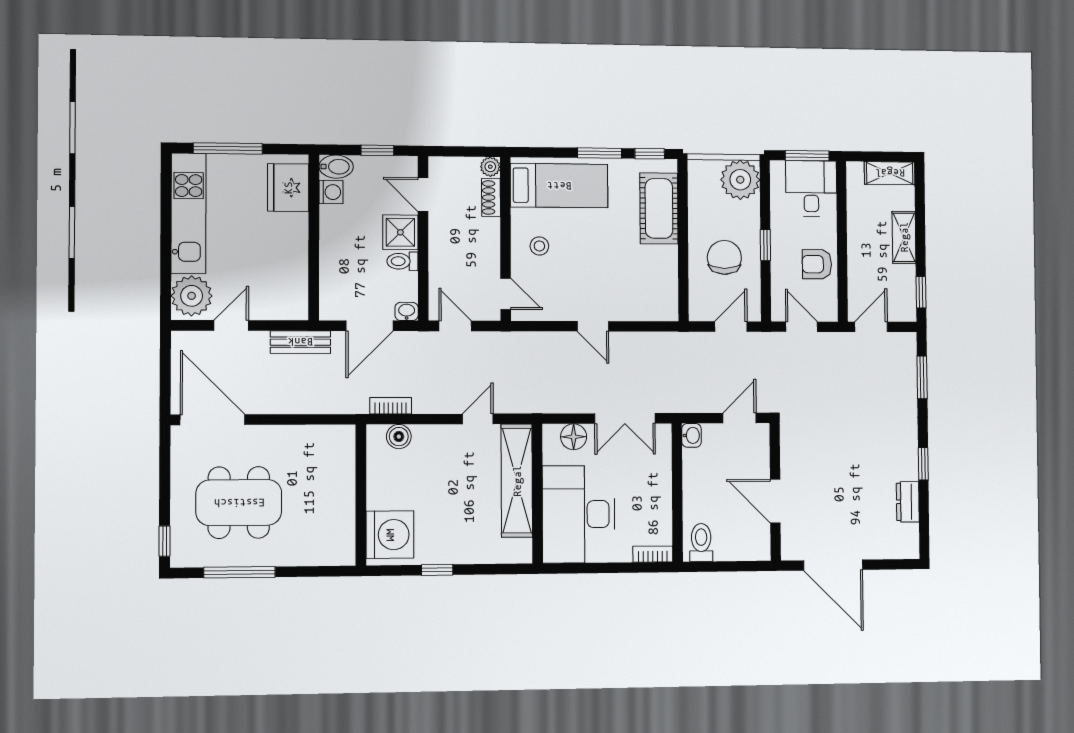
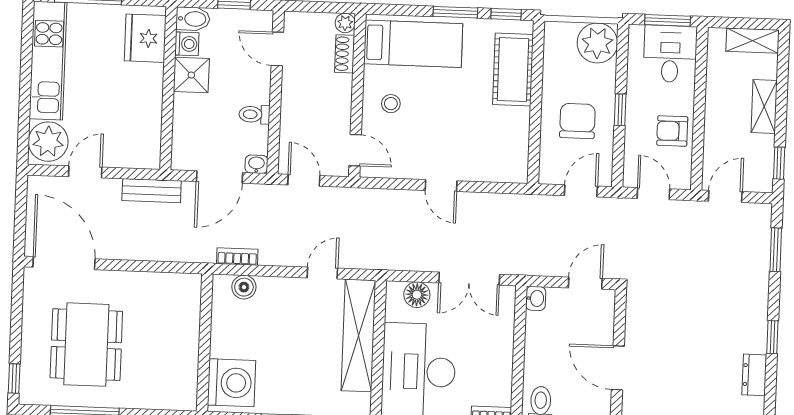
shower: (400, 232) -> (191, 75), moved
dining table: (239, 503) -> (86, 345), turned 90

